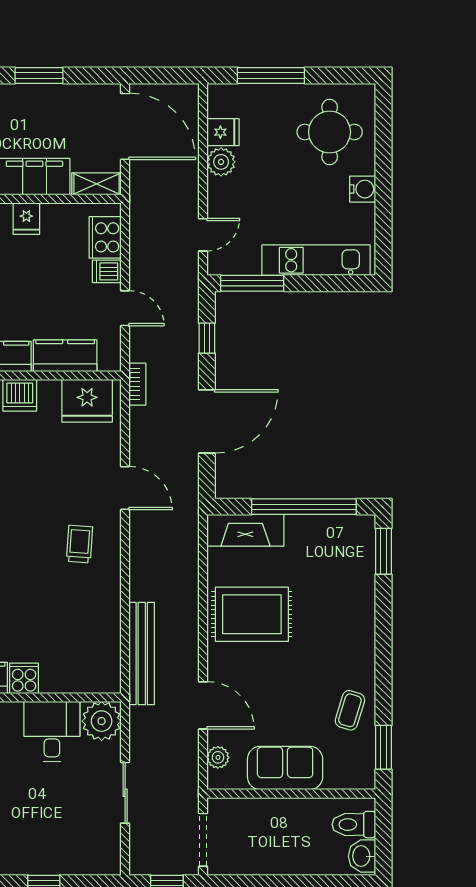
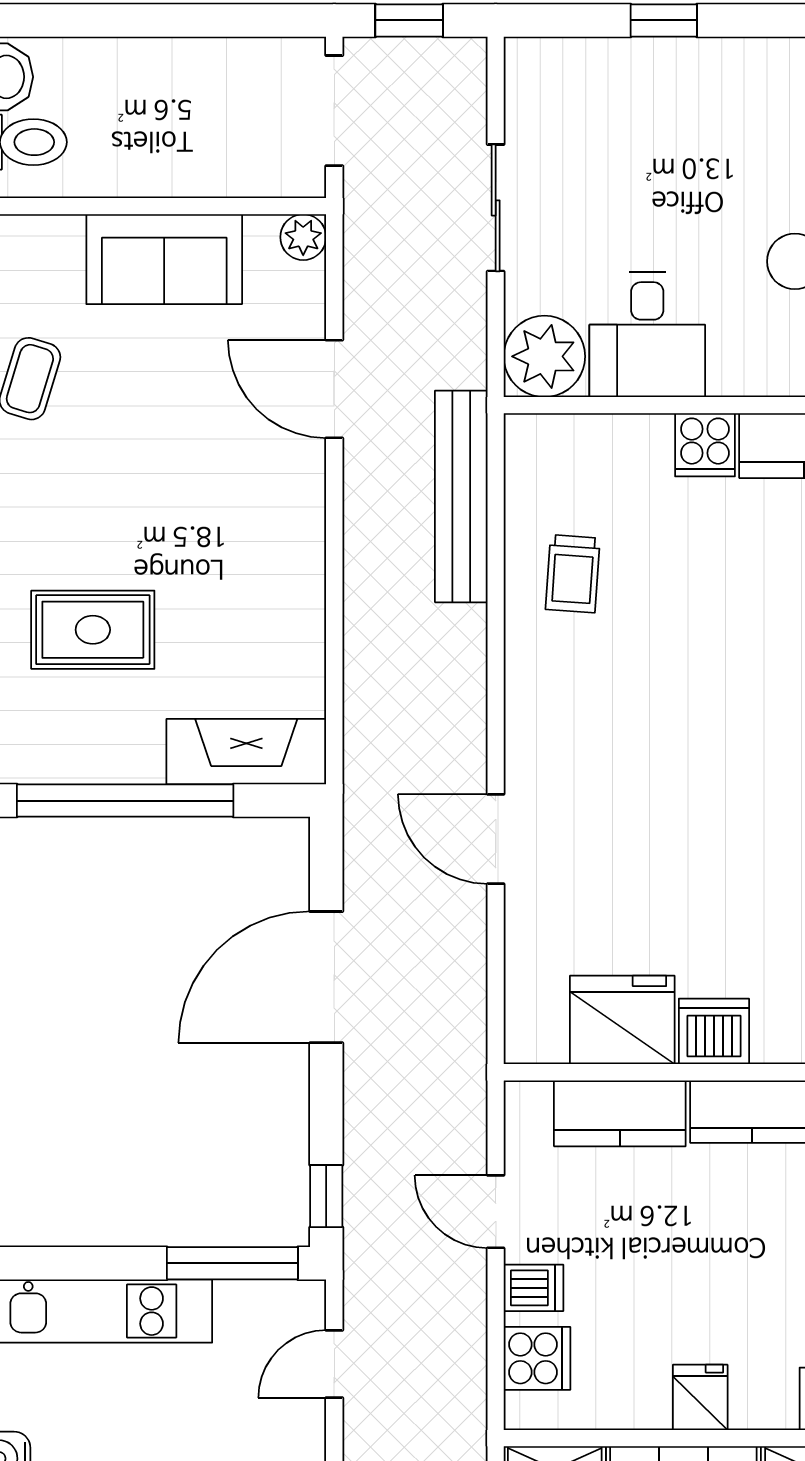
cooker: (105, 237) -> (537, 1358), width x0.73
window: (207, 338) -> (326, 1196), moved
bookcase: (137, 384) -> (470, 1055), removed
fridge: (87, 401) -> (622, 1020), moved
trolley: (80, 544) -> (573, 574), moved
rug: (252, 614) -> (93, 630), moved, width x0.73, depth x0.70
plant: (218, 757) -> (303, 237), moved

